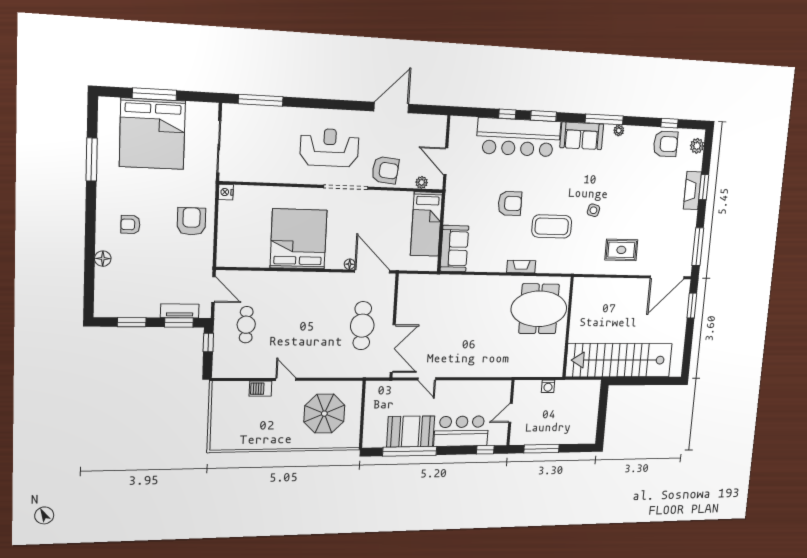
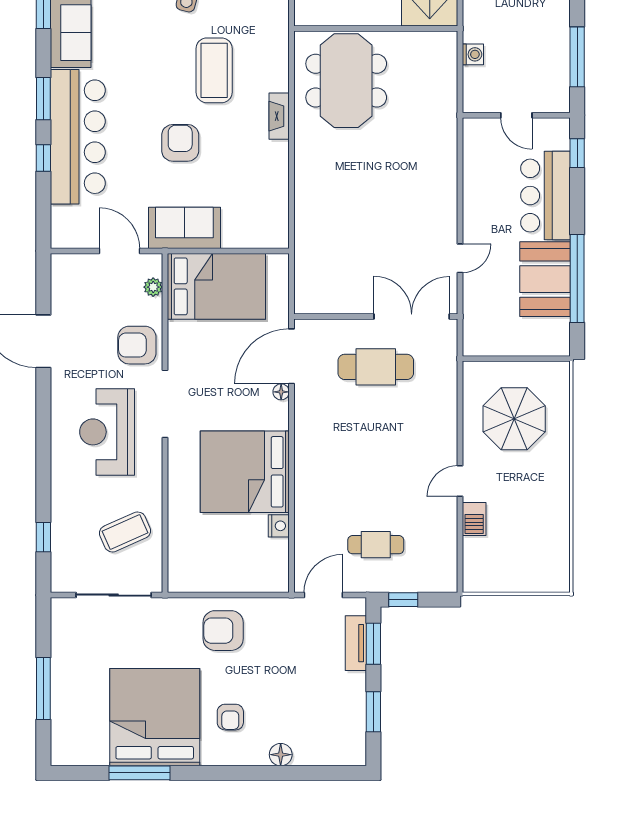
window: (261, 100) -> (43, 537), width x0.46
bed: (152, 134) -> (155, 717), moved, turned -90
coffee table: (262, 157) -> (125, 532), added
door: (446, 161) -> (120, 251), swing flipped
armchair: (385, 170) -> (137, 345), turned -96
nightstand: (226, 192) -> (279, 526), moved, turned -90
bed: (426, 224) -> (216, 286), width x1.50
sofa: (454, 249) -> (184, 228), moved

